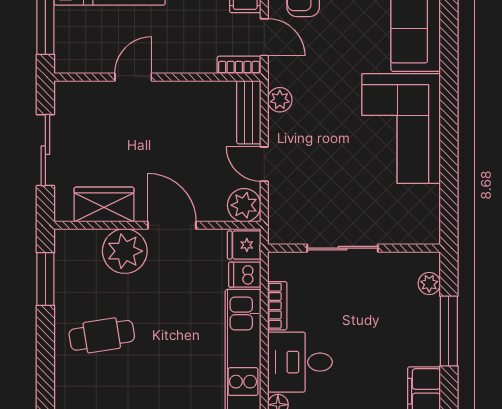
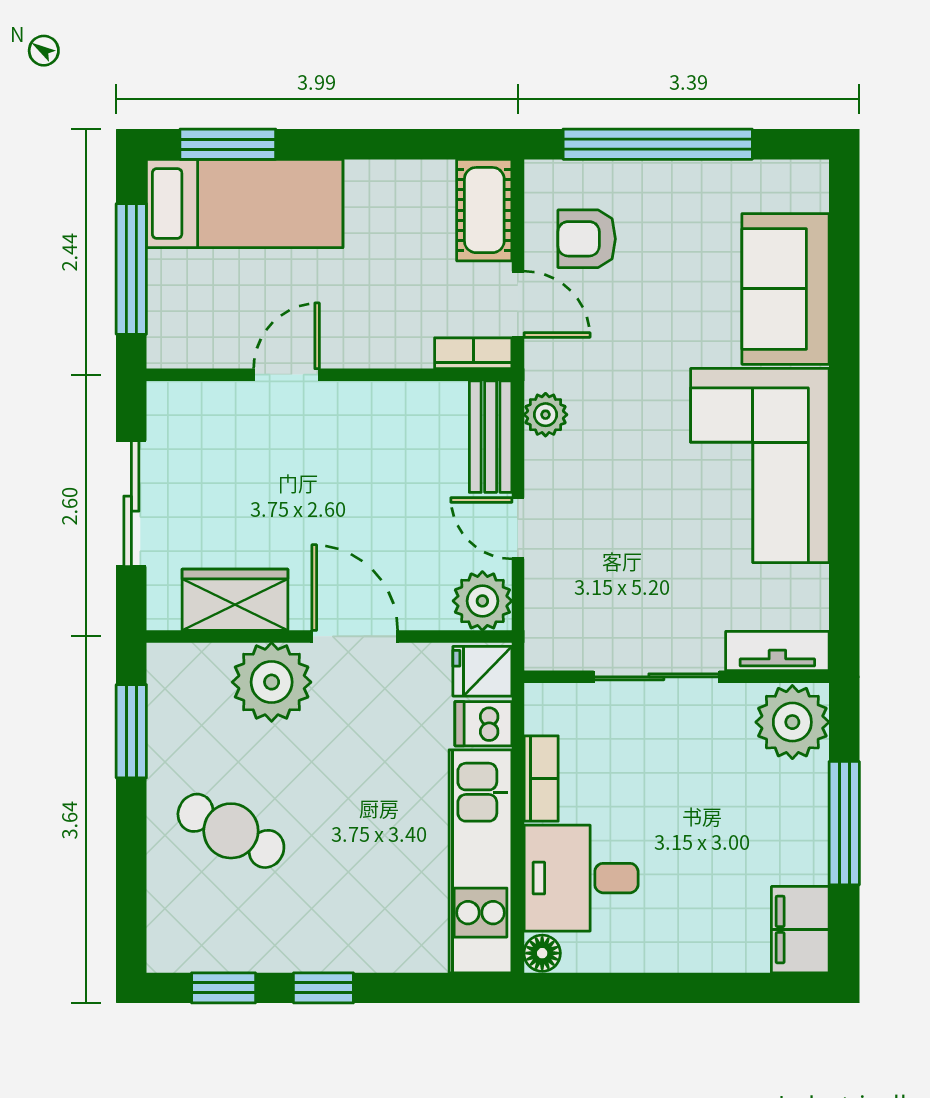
tv unit: (411, 234) -> (777, 651), added
plant: (429, 283) -> (792, 722), width x1.88, depth x1.88
cafe table: (102, 335) -> (231, 831), turned 36

